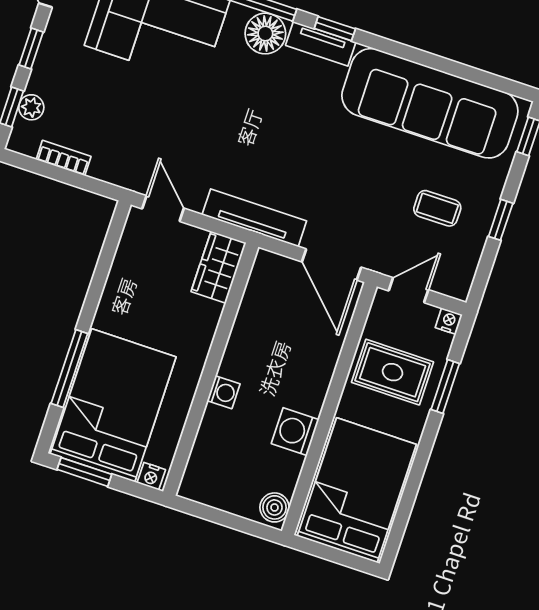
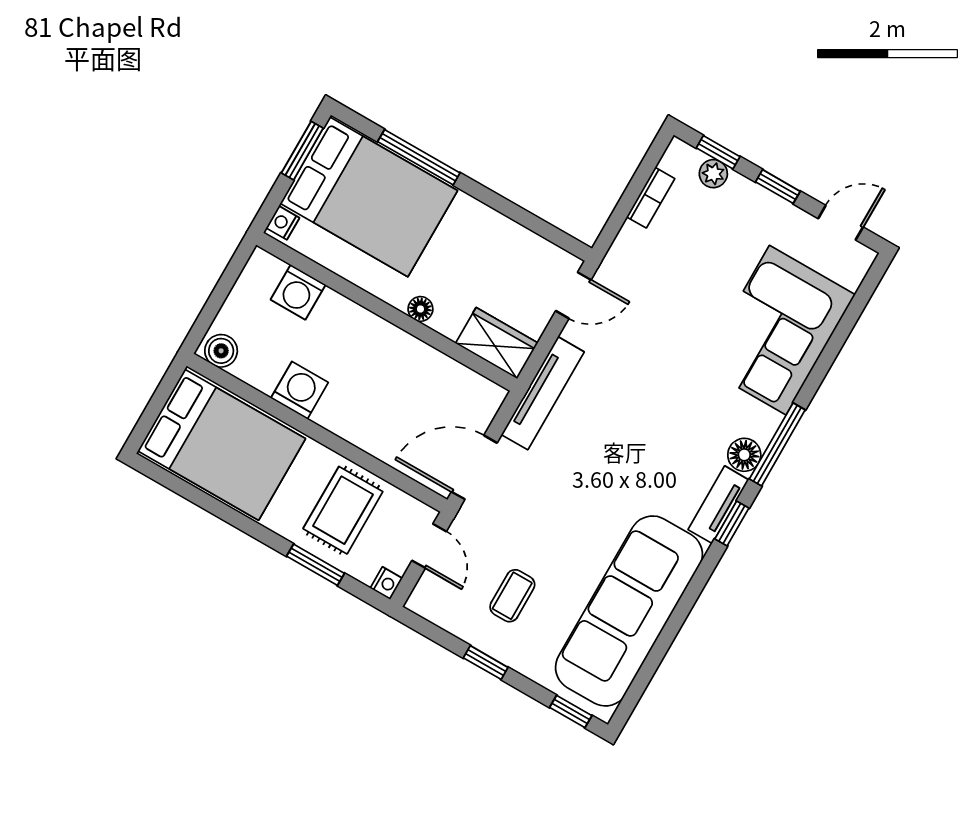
floor lamp: (265, 34) -> (744, 455), width x0.73, depth x0.73
floor lamp: (202, 340) -> (420, 309), added
washing machine: (224, 392) -> (298, 292), moved, width x1.38, depth x1.38

